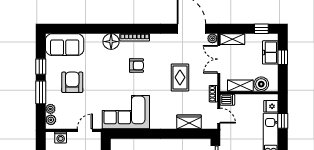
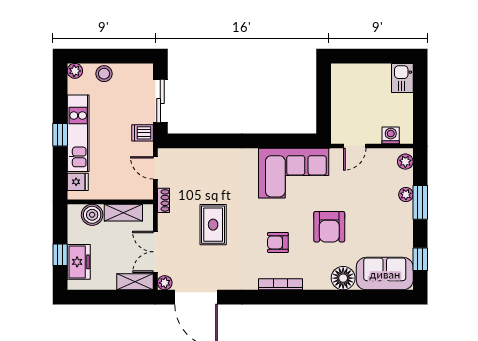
window: (261, 29) -> (92, 297), removed
floor lamp: (111, 42) -> (343, 278), moved
double door: (219, 59) -> (155, 252), swing flipped
window: (41, 67) -> (420, 259), moved
armchair: (72, 82) -> (329, 227), moved
dishwasher: (227, 100) -> (143, 133), moved
plant: (50, 109) -> (406, 195), moved
window: (283, 121) -> (60, 135), moved
wardrobe: (189, 122) -> (200, 159), removed

